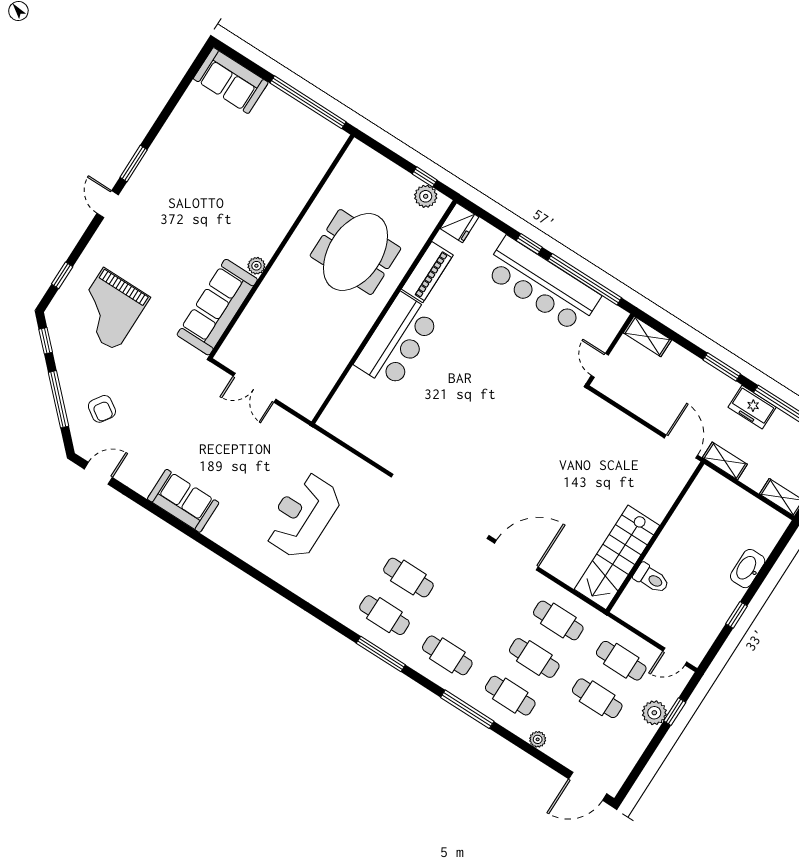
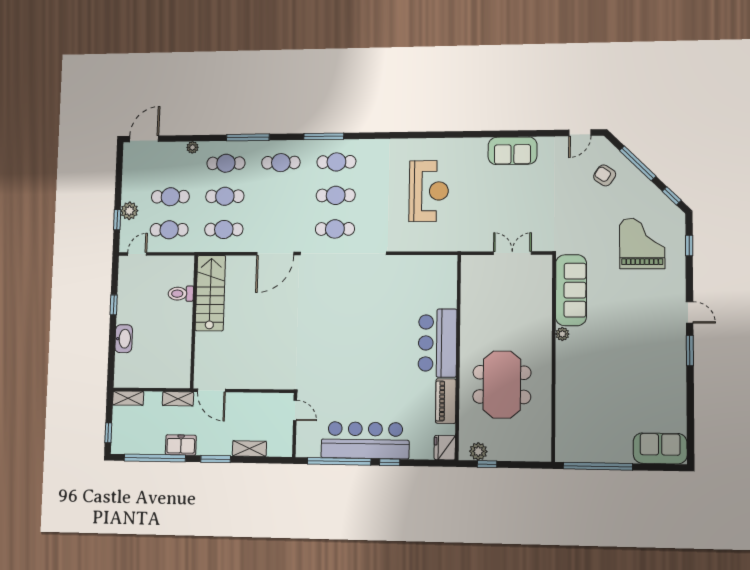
shelving: (647, 336) -> (249, 449), moved
cafe table: (432, 540) -> (335, 229), added

